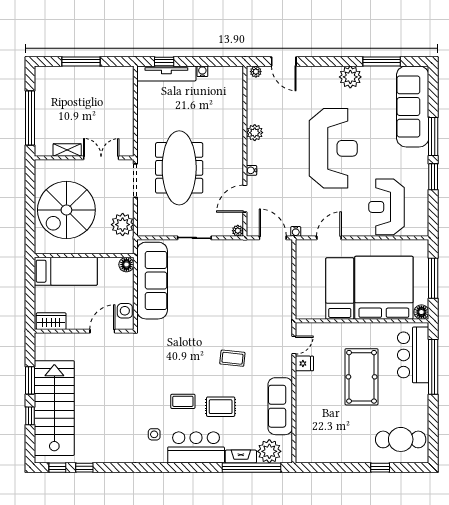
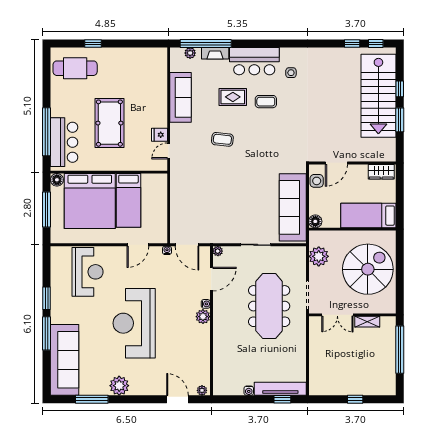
window: (81, 61) -> (355, 399), width x0.46
plant: (255, 133) -> (203, 317), moved
plant: (269, 451) -> (190, 53), width x0.53, depth x0.53

